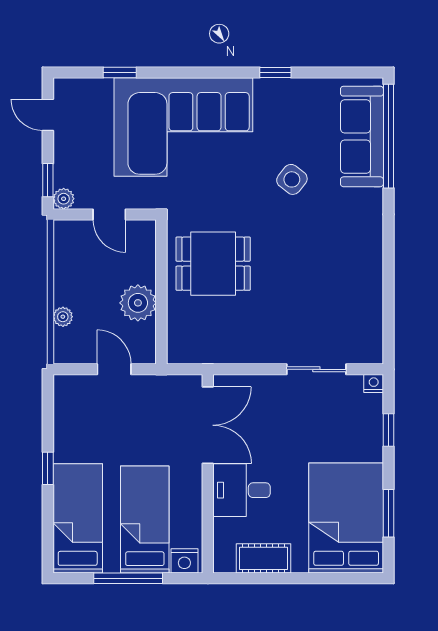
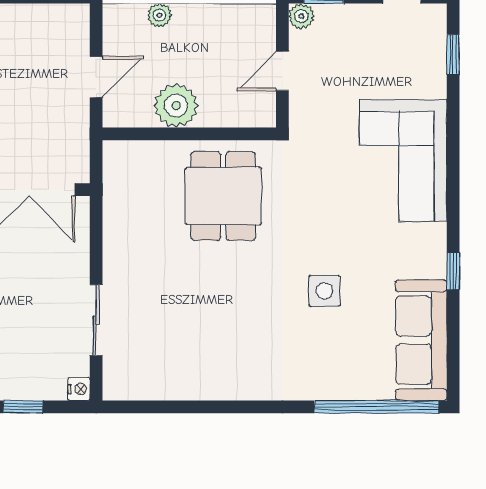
window: (120, 73) -> (453, 55), moved
corner sofa: (183, 127) -> (403, 160), width x0.73, depth x0.74
sofa: (362, 136) -> (421, 340), moved, turned -90
side table: (292, 179) -> (325, 291), turned -38

